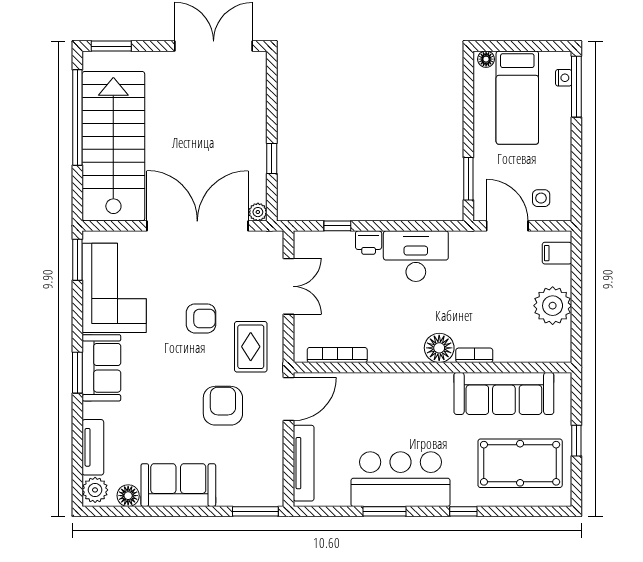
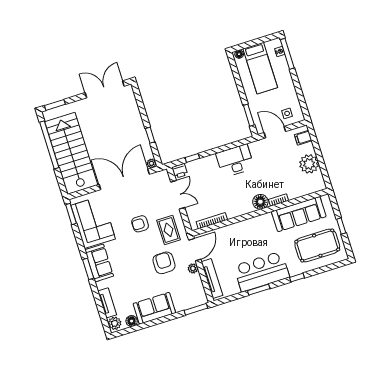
printer: (369, 243) -> (180, 171), moved
armchair: (201, 318) -> (140, 224), turned 180
plant: (274, 433) -> (193, 268), added

